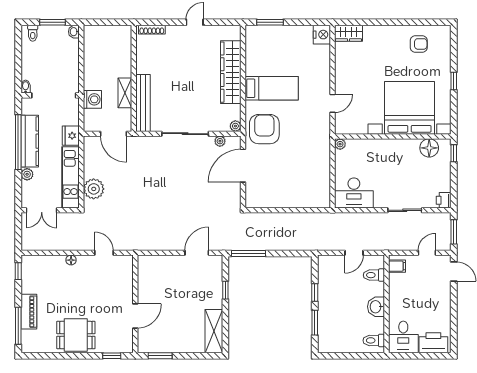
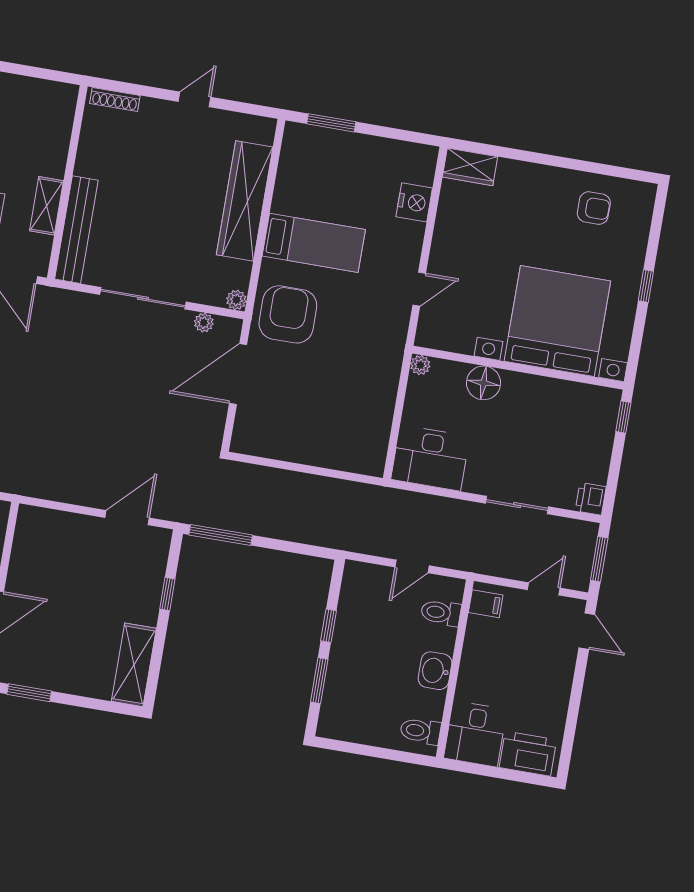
nightstand: (322, 35) -> (414, 202), moved
floor lamp: (429, 148) -> (483, 383), moved

